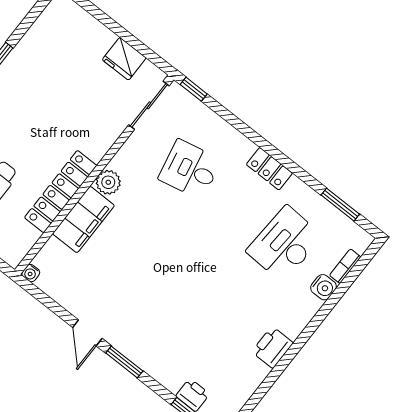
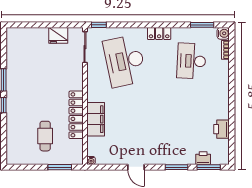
desk: (190, 169) -> (125, 61), width x1.87, depth x1.30
plant: (108, 182) -> (94, 94), removed
water cooler: (324, 287) -> (223, 33), moved
printer: (272, 347) -> (222, 129), moved
window: (124, 362) -> (177, 167), moved

